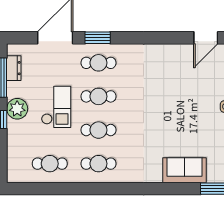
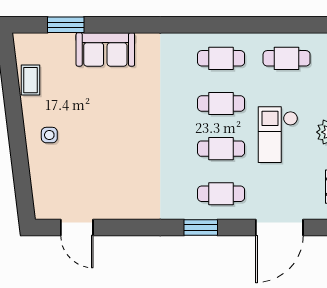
window: (98, 38) -> (201, 227), moved
door: (206, 38) -> (77, 227), swing flipped

